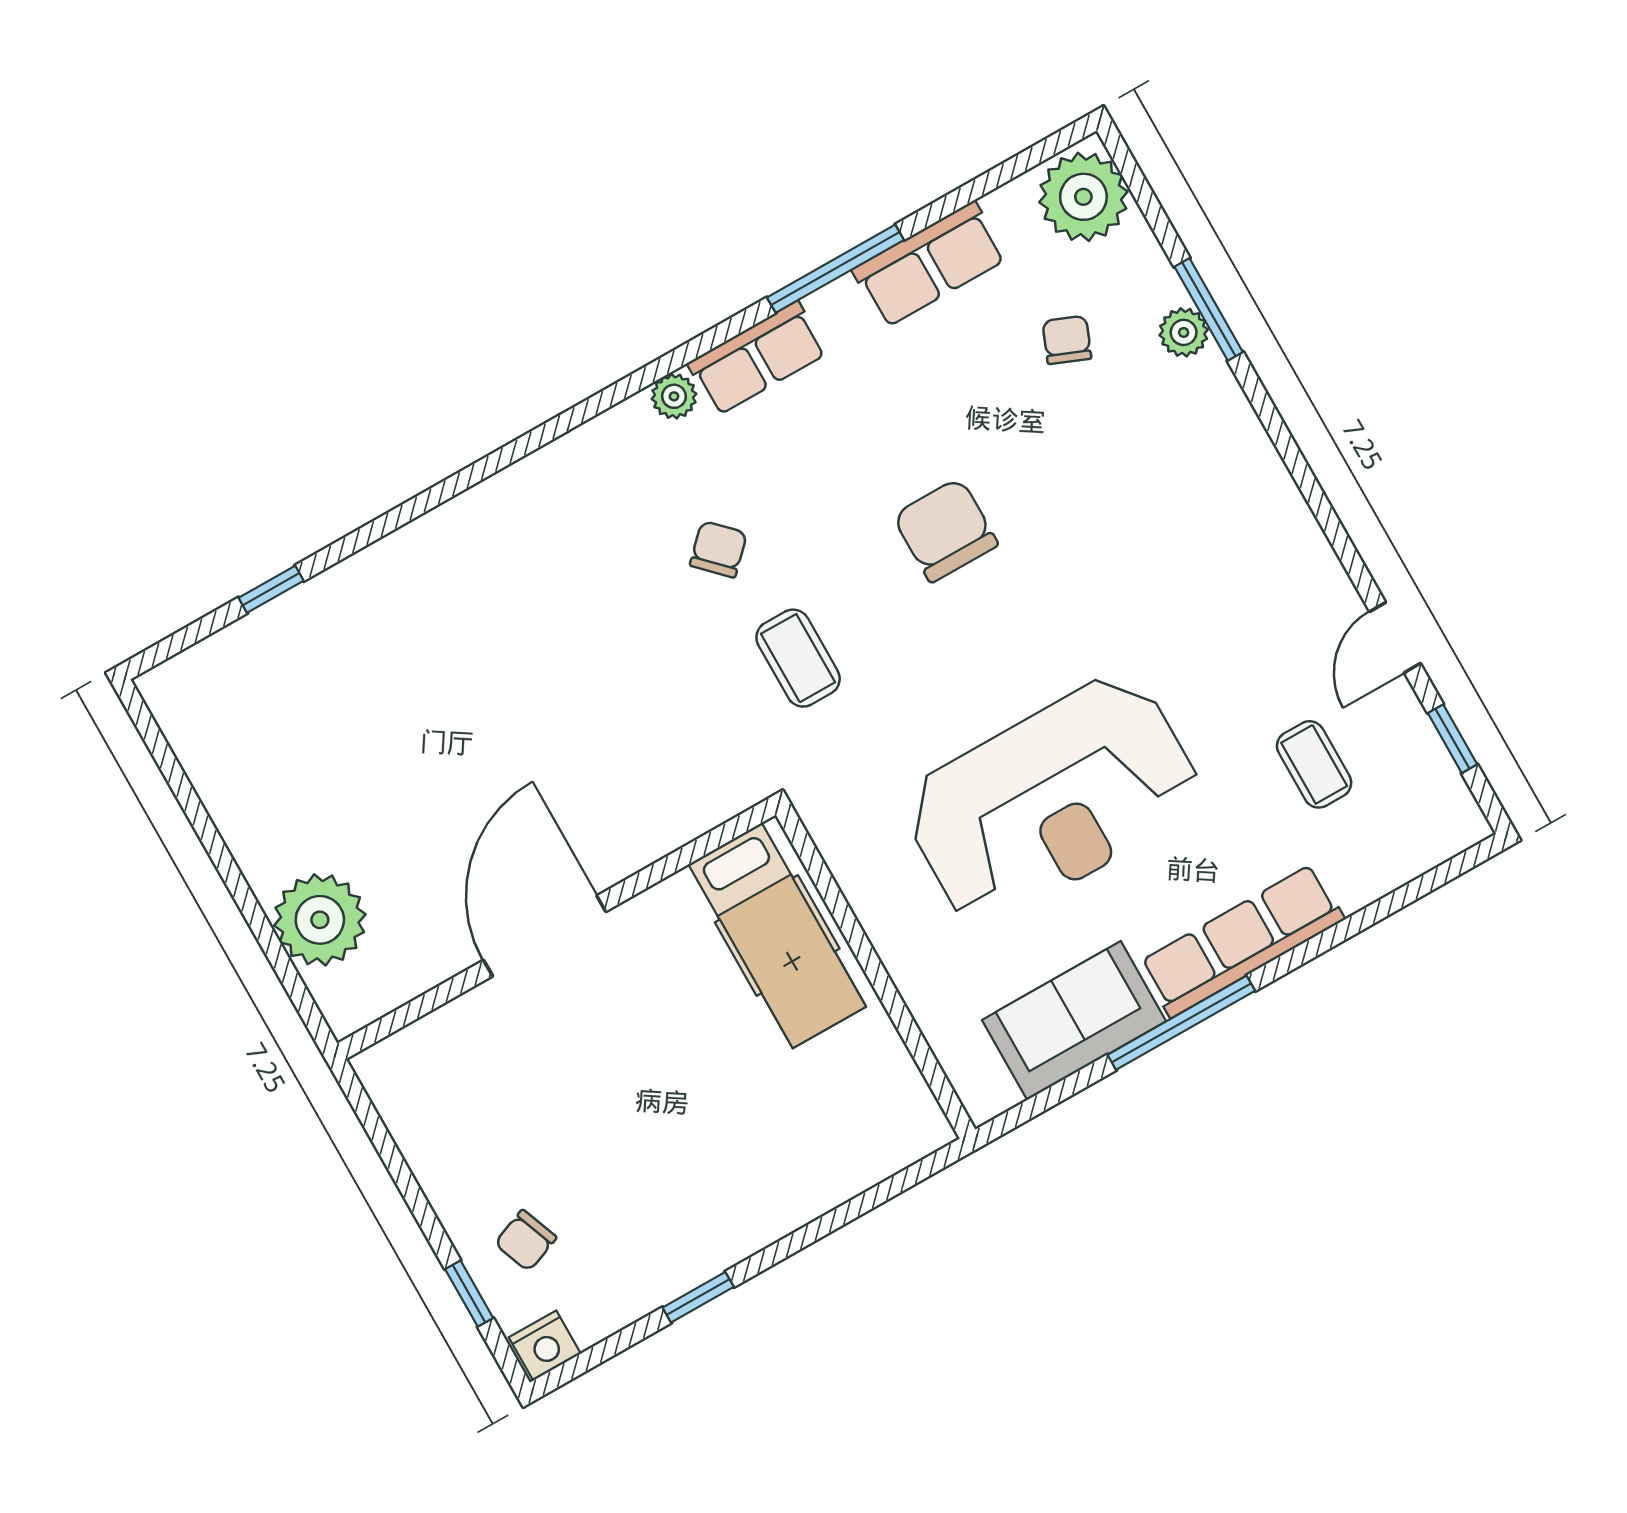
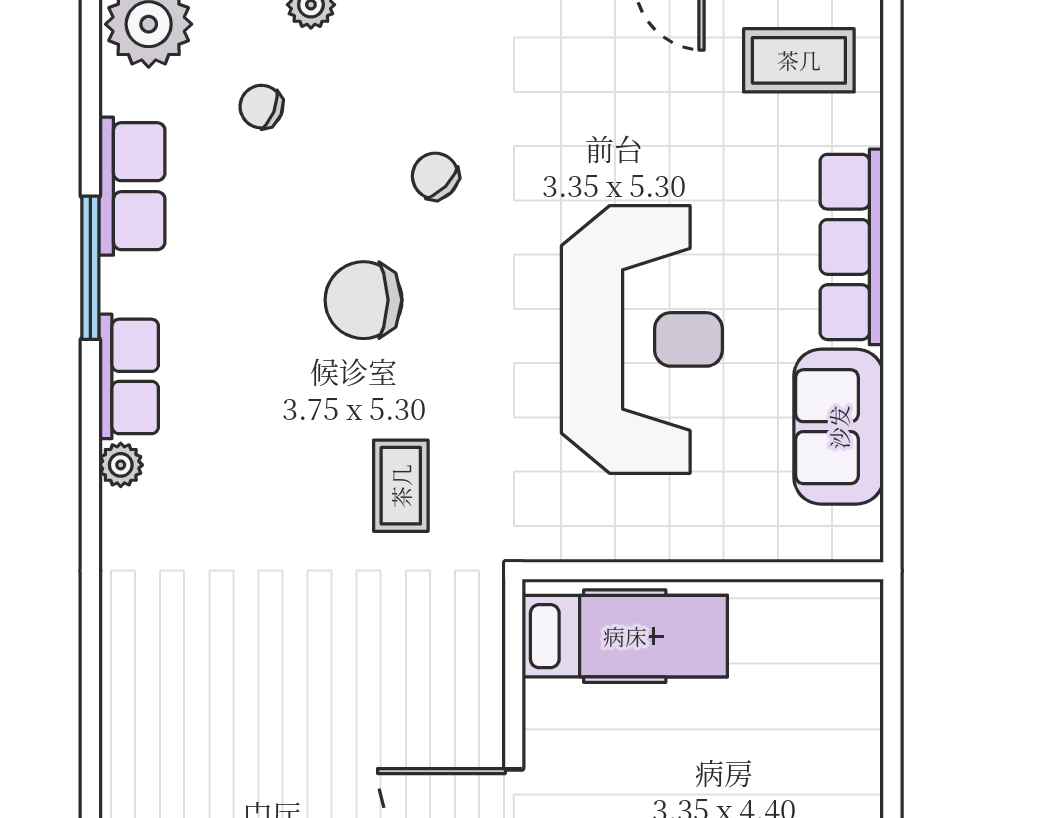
chair: (718, 549) -> (435, 176), moved
coffee table: (798, 658) -> (401, 486), turned 90
coffee table: (1314, 764) -> (799, 60), moved, width x1.36, depth x1.30
window: (1181, 1023) -> (892, 337), removed

